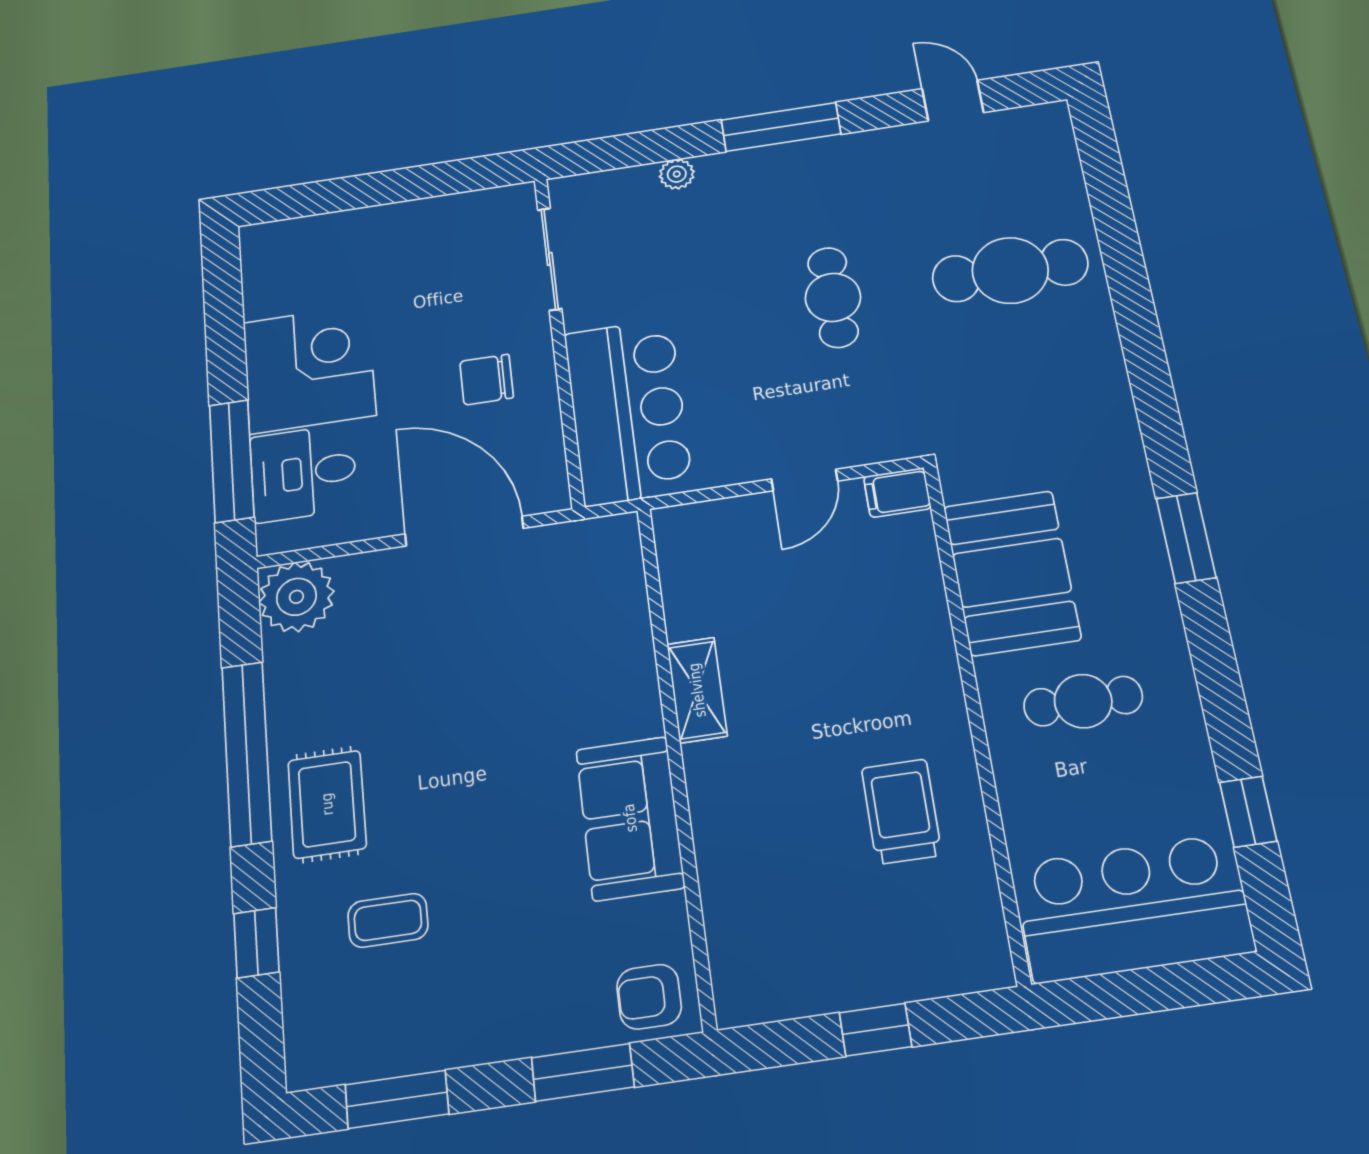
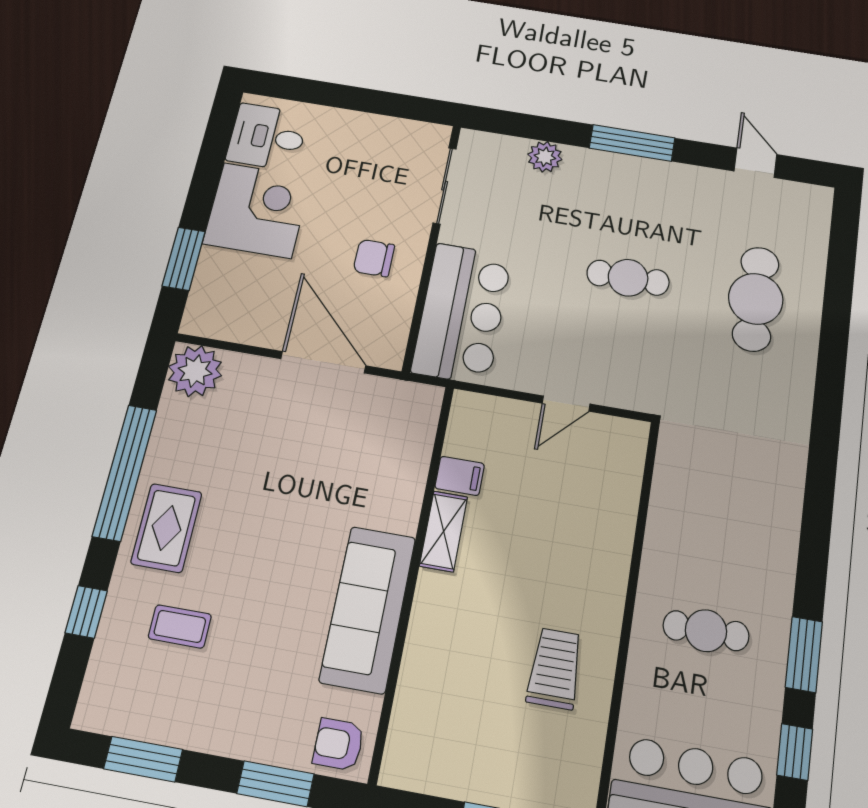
plant: (677, 174) -> (545, 157), width x1.38, depth x1.38
cafe table: (1010, 271) -> (756, 299), turned 90
cafe table: (833, 297) -> (628, 278), turned 90
window: (232, 461) -> (184, 259), width x0.69
desk: (303, 473) -> (267, 137), moved
filing cabinet: (897, 493) -> (460, 476), moved, turned 180
window: (1186, 538) -> (804, 654), moved
booth: (1012, 573) -> (687, 520), removed
sofa: (630, 818) -> (368, 609), width x1.36

